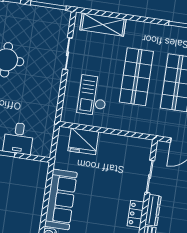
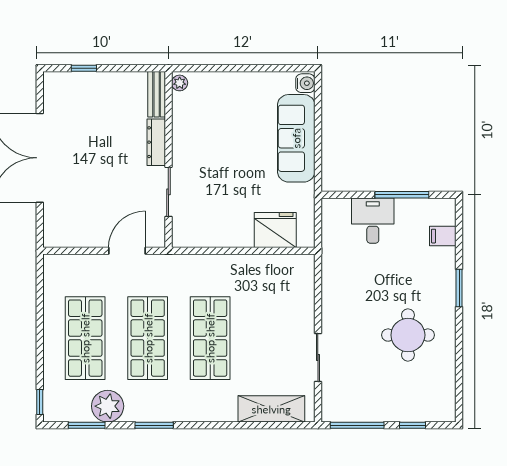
checkout: (93, 95) -> (271, 301), removed
locker: (135, 214) -> (182, 133), removed

